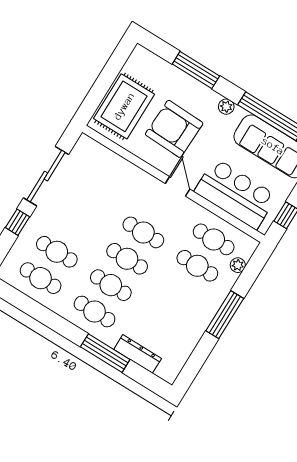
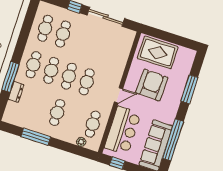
plant: (226, 107) -> (172, 112), removed
cafe table: (197, 266) -> (57, 113), moved
window: (225, 315) -> (36, 137), moved
dresser: (138, 354) -> (16, 92), width x0.70

